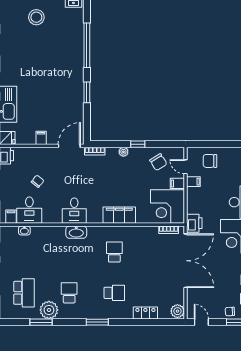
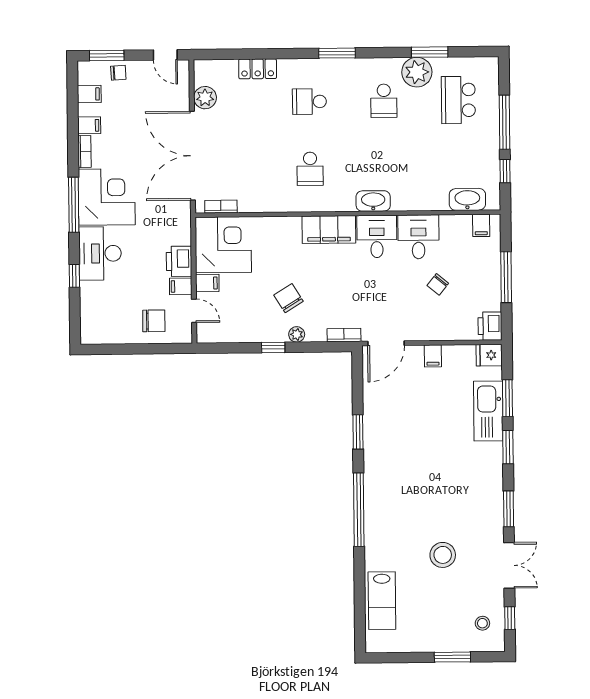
chair: (158, 162) -> (289, 298), moved
desk: (29, 210) -> (418, 237), moved
filing cabinet: (119, 215) -> (329, 230), moved
printer: (194, 223) -> (179, 261), moved
washbasin: (24, 230) -> (467, 199), width x1.91, depth x1.45
plant: (177, 311) -> (205, 98), moved

